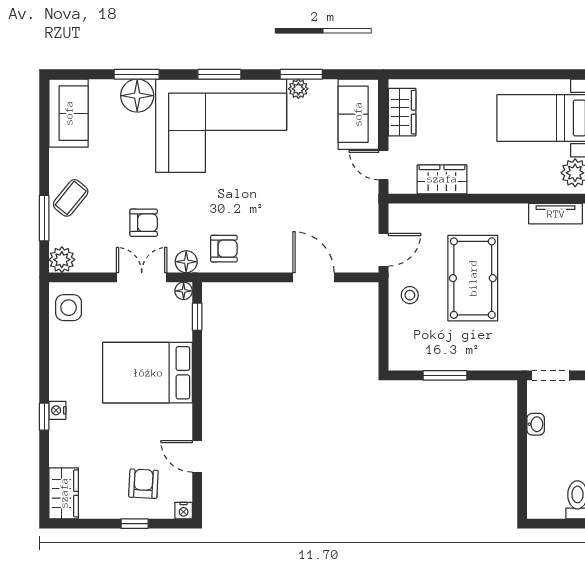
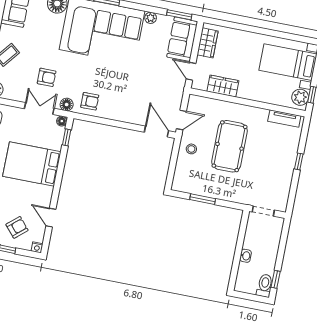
window: (301, 74) -> (179, 15), moved
door: (314, 277) -> (156, 132), moved
washbasin: (536, 424) -> (246, 256), moved
armchair: (143, 484) -> (17, 227), turned 46

